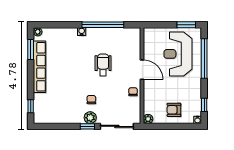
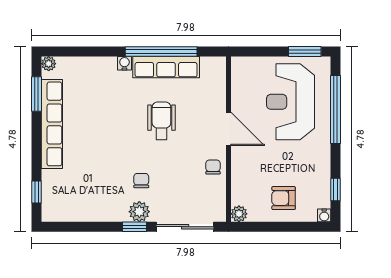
row of seats: (106, 34) -> (166, 67), added

